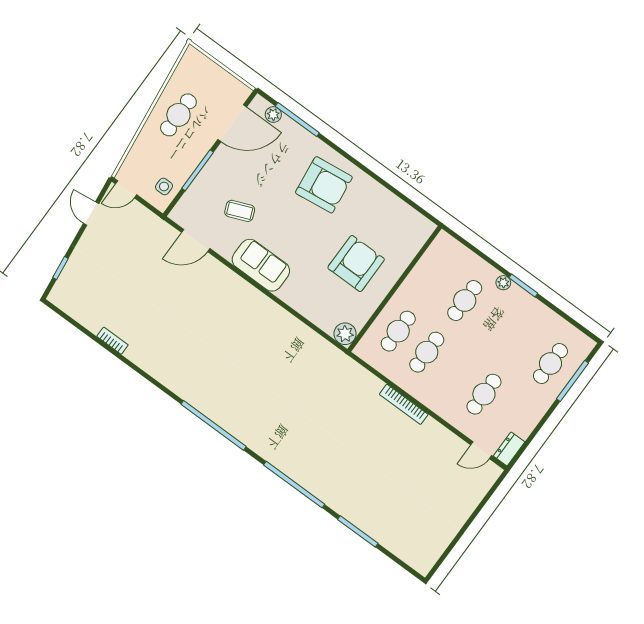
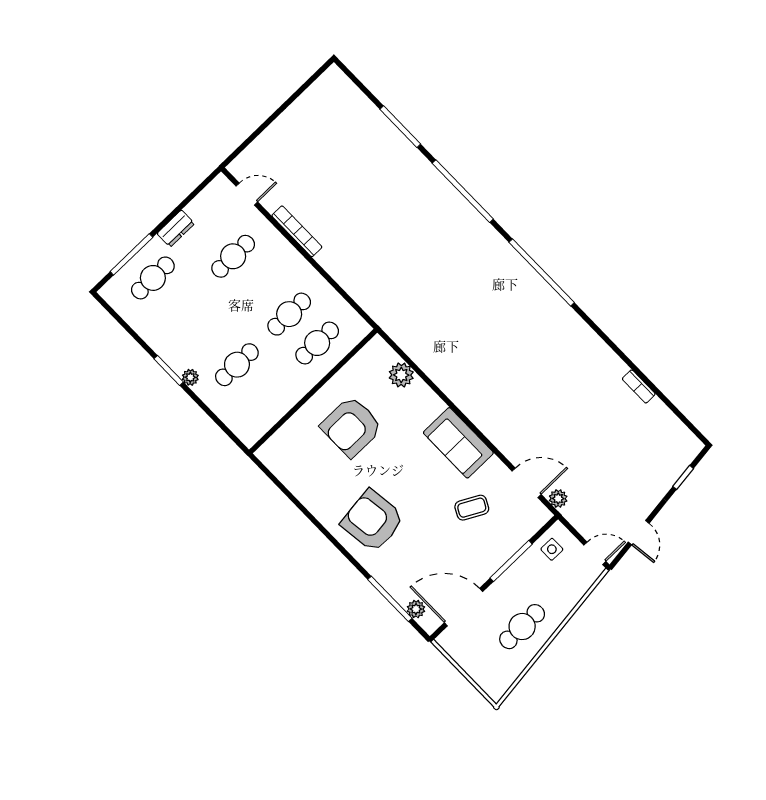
coffee table: (240, 211) -> (472, 508), turned -40
plant: (166, 231) -> (558, 498), added
plant: (345, 334) -> (401, 375), moved
bookcase: (404, 404) -> (297, 231), moved
dresser: (509, 449) -> (176, 229), moved

